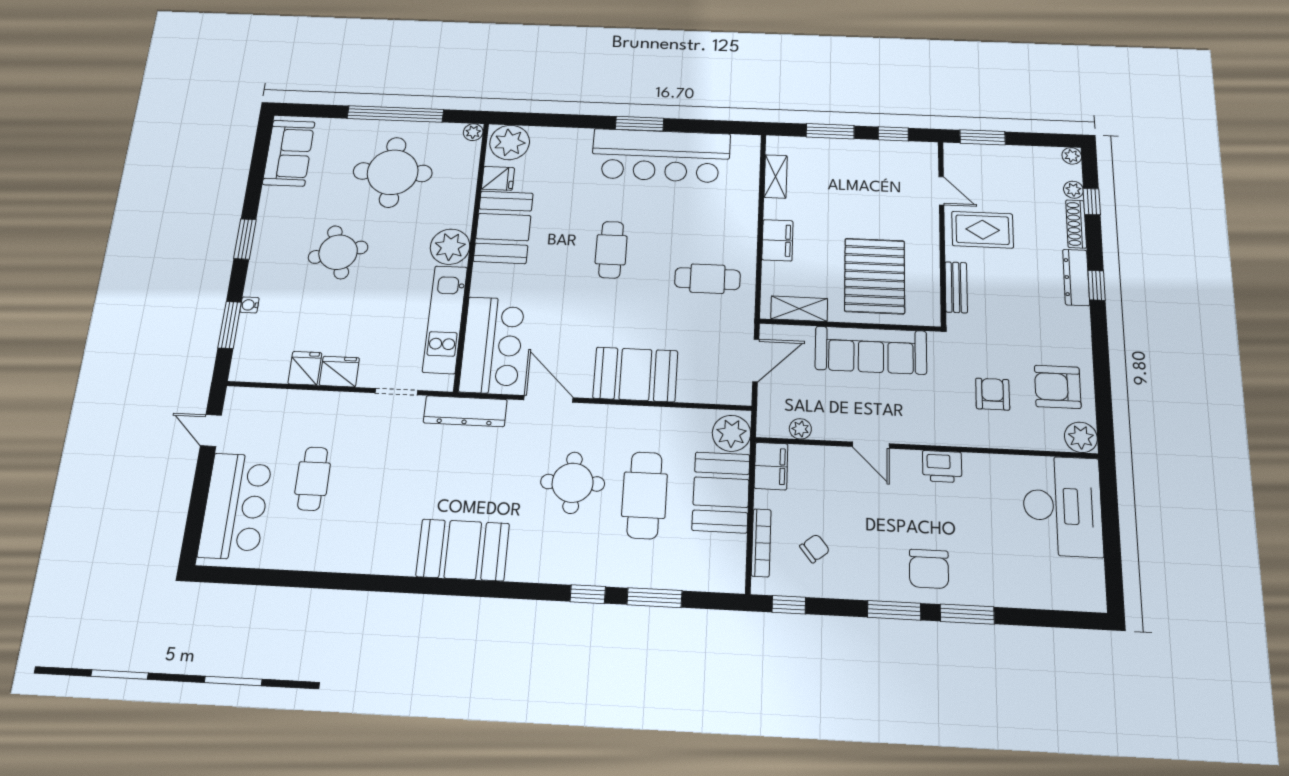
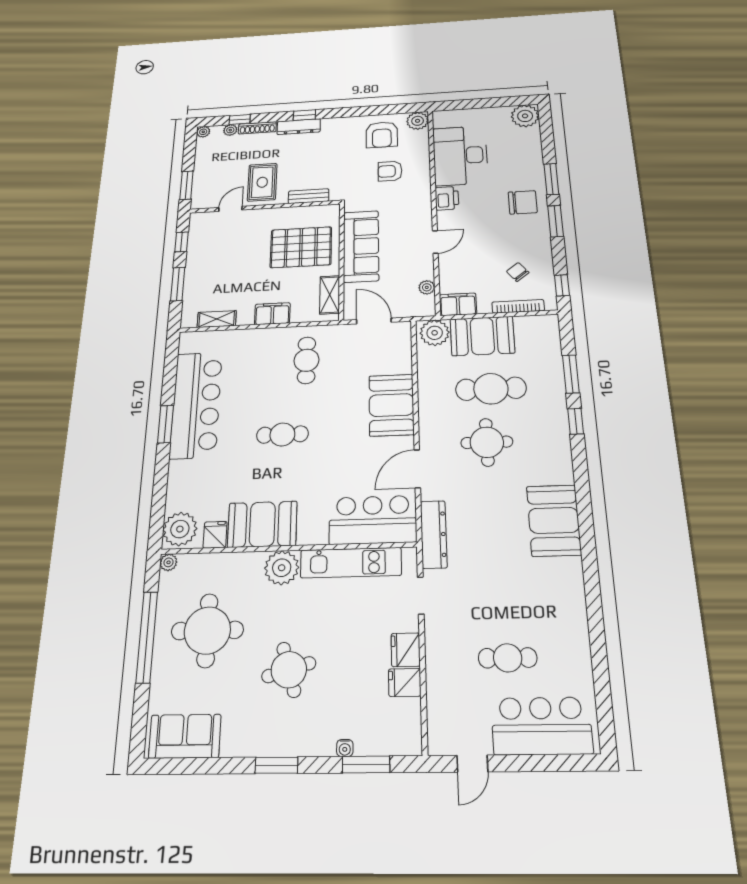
desk: (1062, 506) -> (460, 156), moved, turned -90
plant: (1085, 591) -> (525, 116), added

